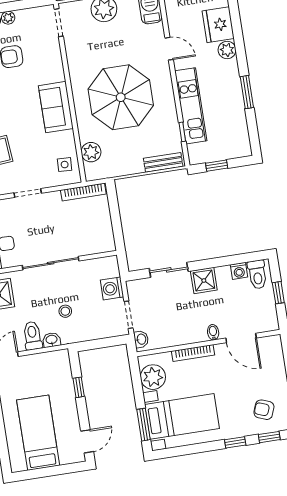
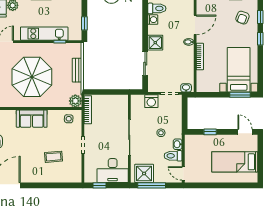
plant: (91, 152) -> (75, 101), moved
bench: (163, 162) -> (77, 70), moved
plant: (153, 377) -> (211, 84), removed

